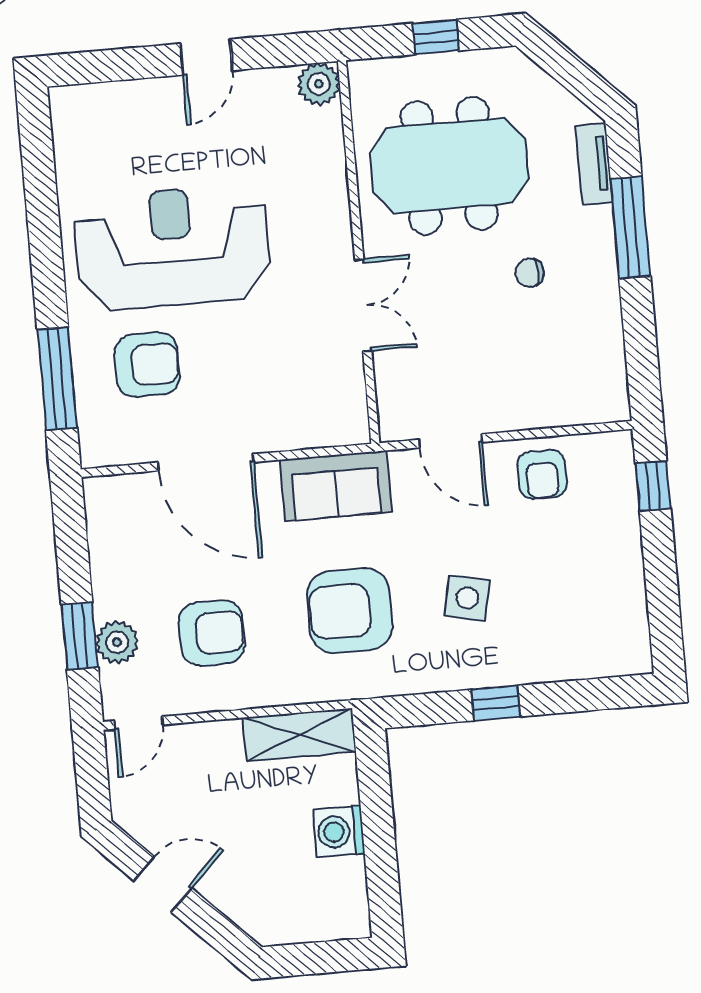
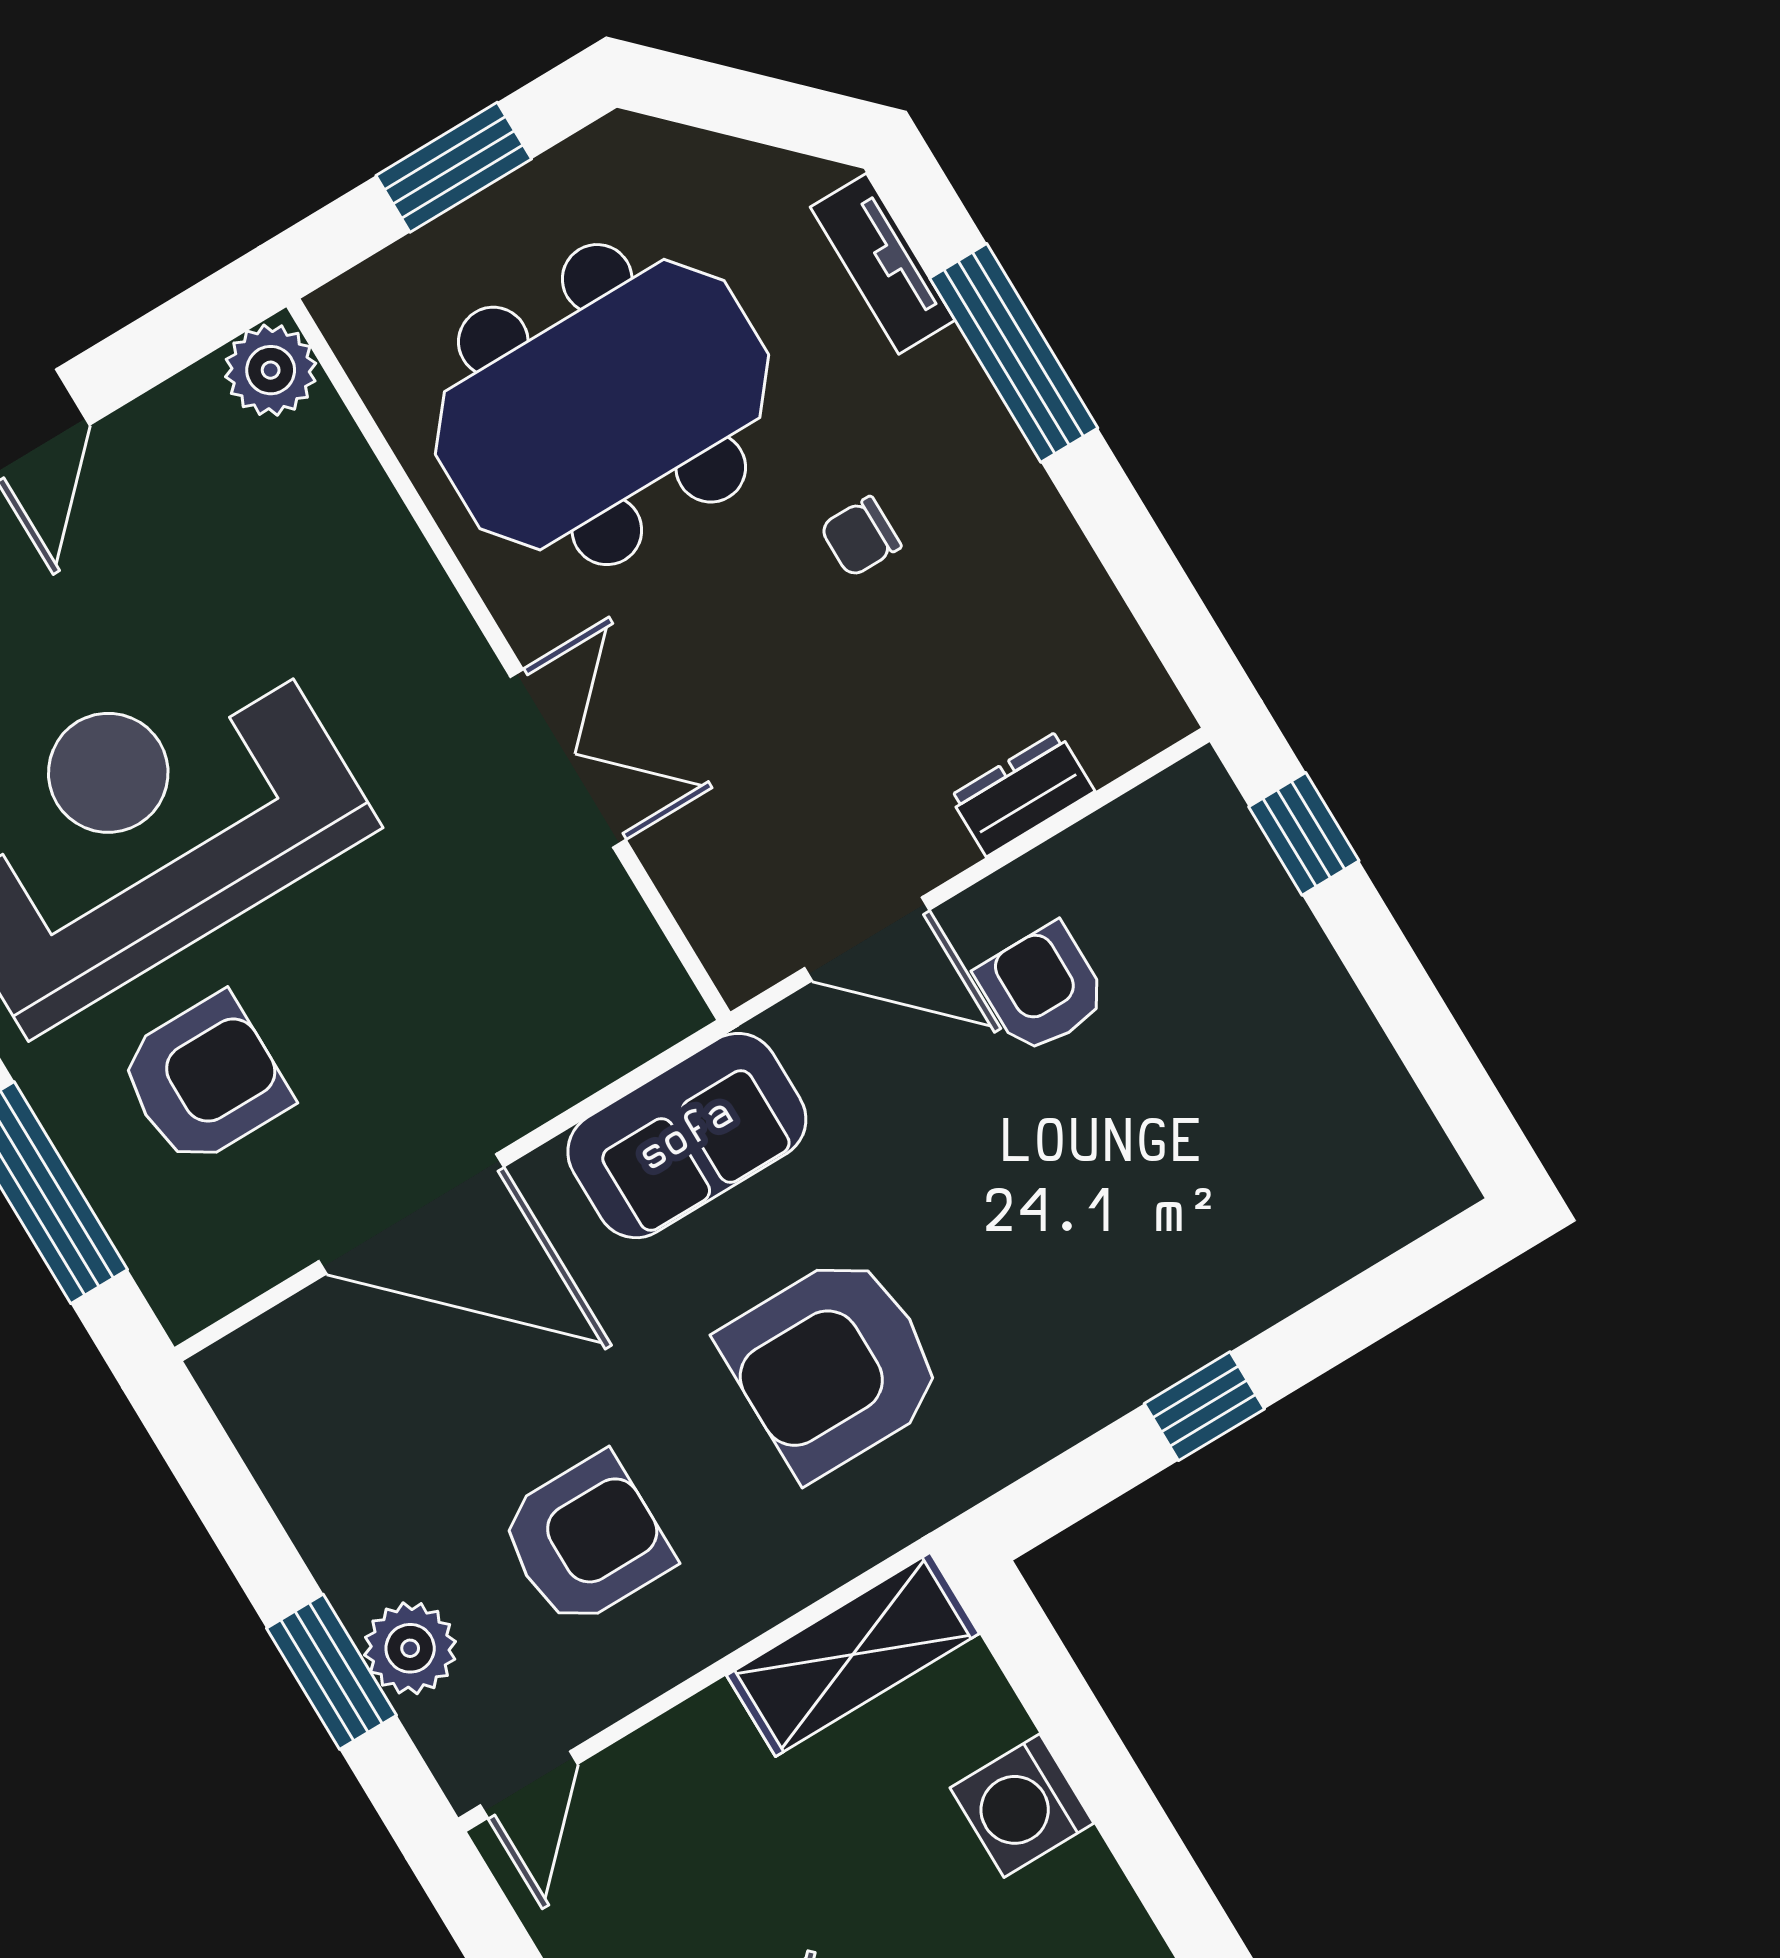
window: (436, 37) -> (454, 167), width x1.50
dresser: (544, 412) -> (1022, 794), added
armchair: (542, 474) -> (1042, 988), moved, turned 180
side table: (467, 598) -> (1049, 1228), removed

